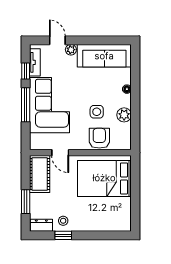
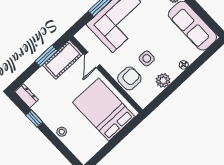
window: (26, 202) -> (46, 56), moved
stool: (63, 221) -> (62, 132), moved

